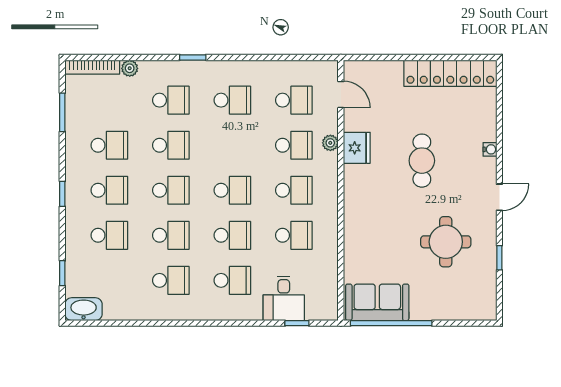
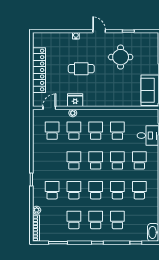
locker: (450, 73) -> (39, 70), moved
school desk: (232, 100) -> (74, 160), moved

